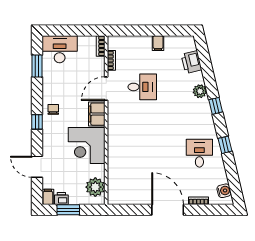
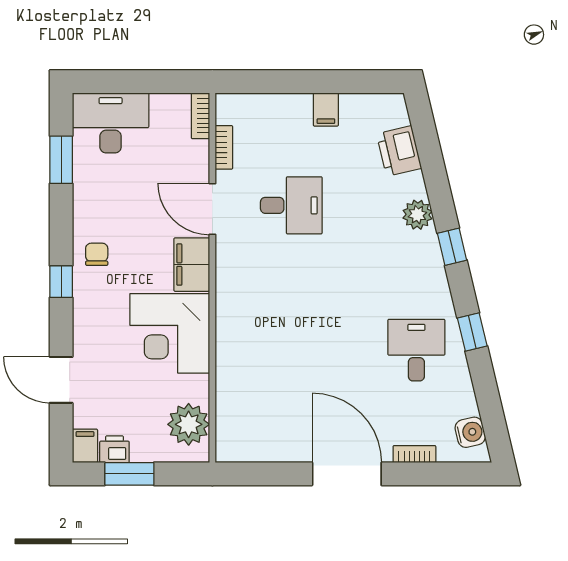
door: (106, 89) -> (212, 209), hinge flipped

